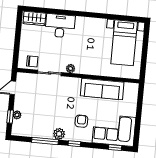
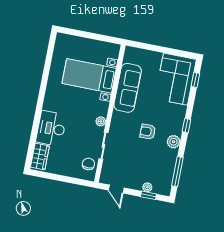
bed with nightstands: (124, 43) -> (89, 76), moved, turned 180
armchair: (81, 121) -> (148, 132), moved
window: (45, 141) -> (177, 172), moved

